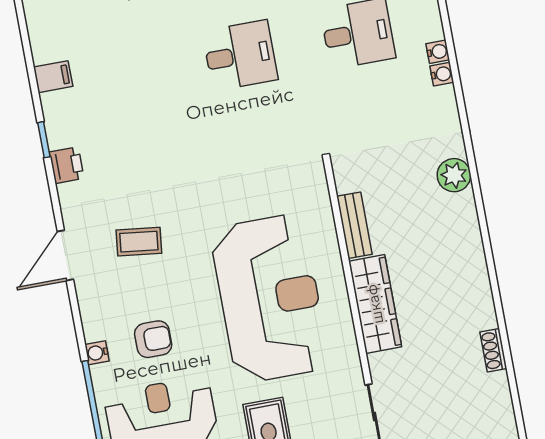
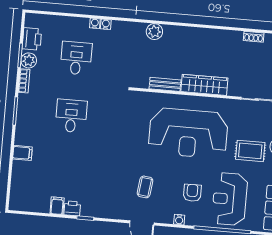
printer: (67, 165) -> (72, 208), moved
reception desk: (270, 298) -> (188, 133), turned 180
shoe rack: (493, 350) -> (254, 37), moved
water cooler: (97, 353) -> (179, 220), moved

